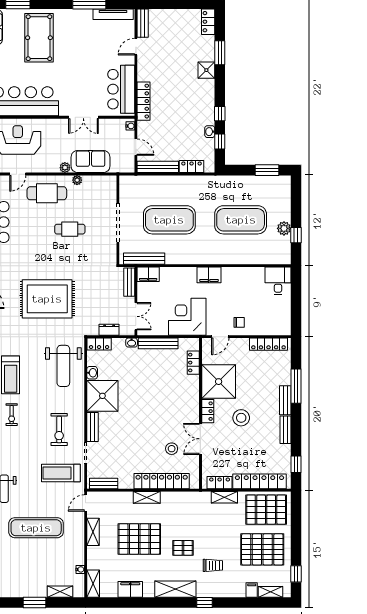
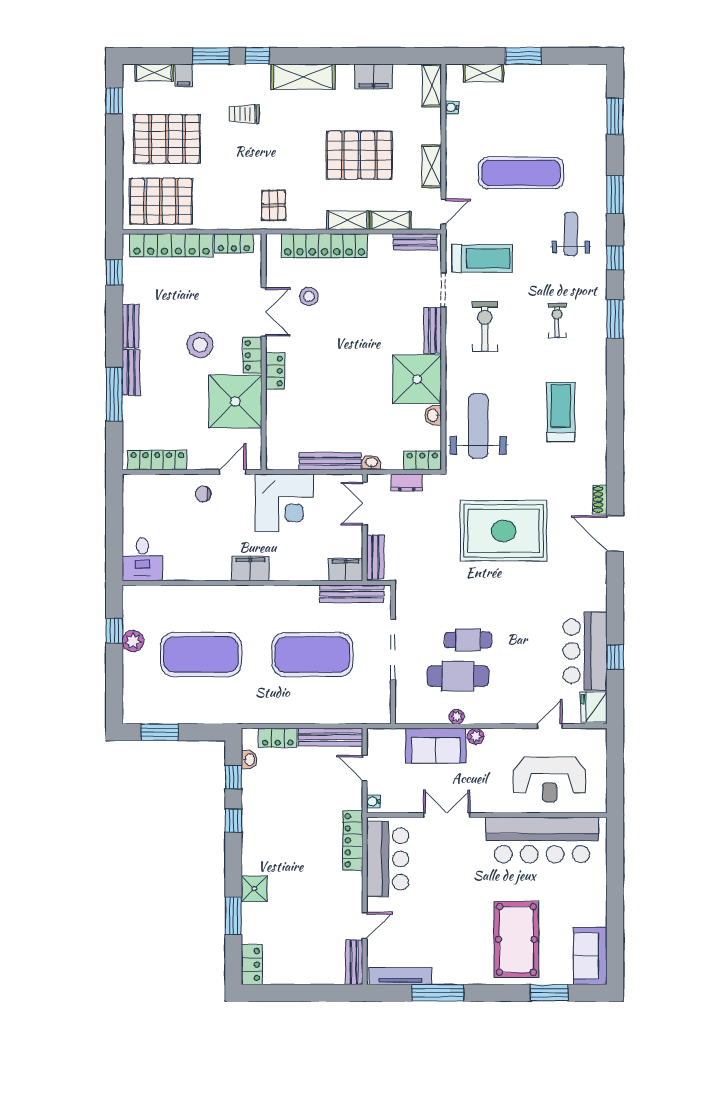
washbasin: (210, 132) -> (249, 760), moved
cafe table: (47, 193) -> (458, 676), moved
locker: (193, 363) -> (275, 371), moved
exercise bike: (12, 415) -> (557, 320), moved
shelving: (224, 497) -> (391, 220), moved
pallet: (183, 548) -> (274, 205), moved, turned 90
window: (234, 602) -> (211, 56), added

